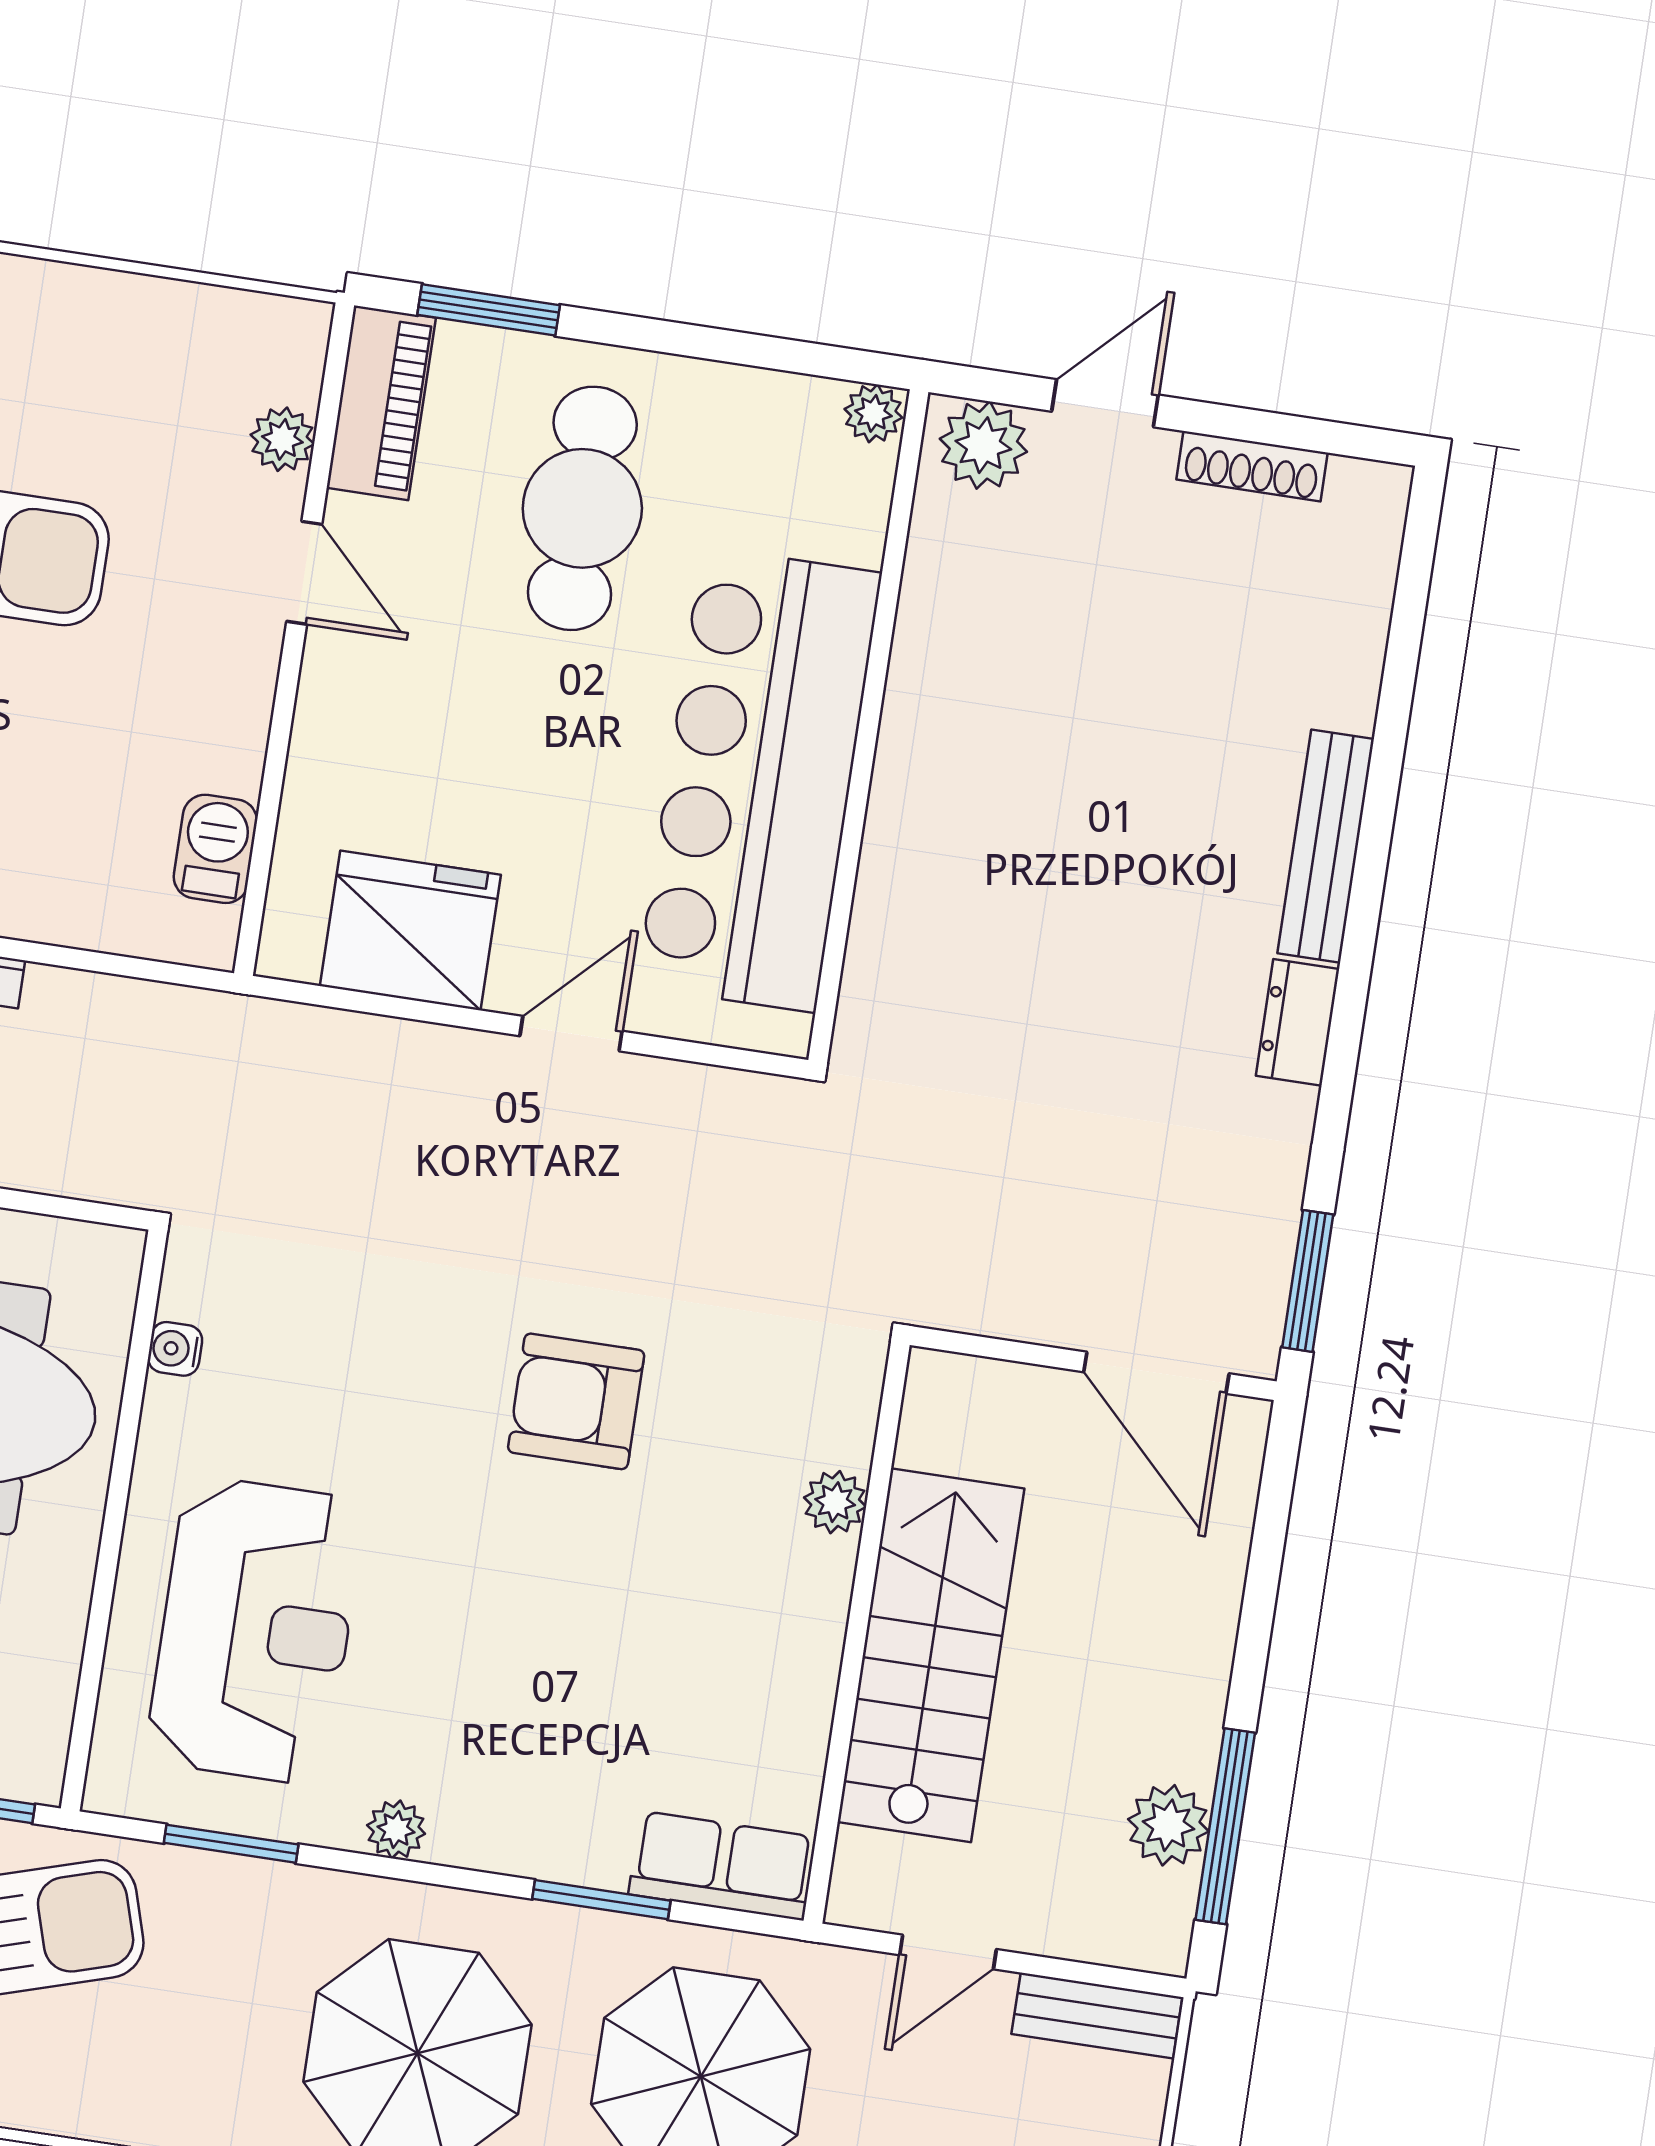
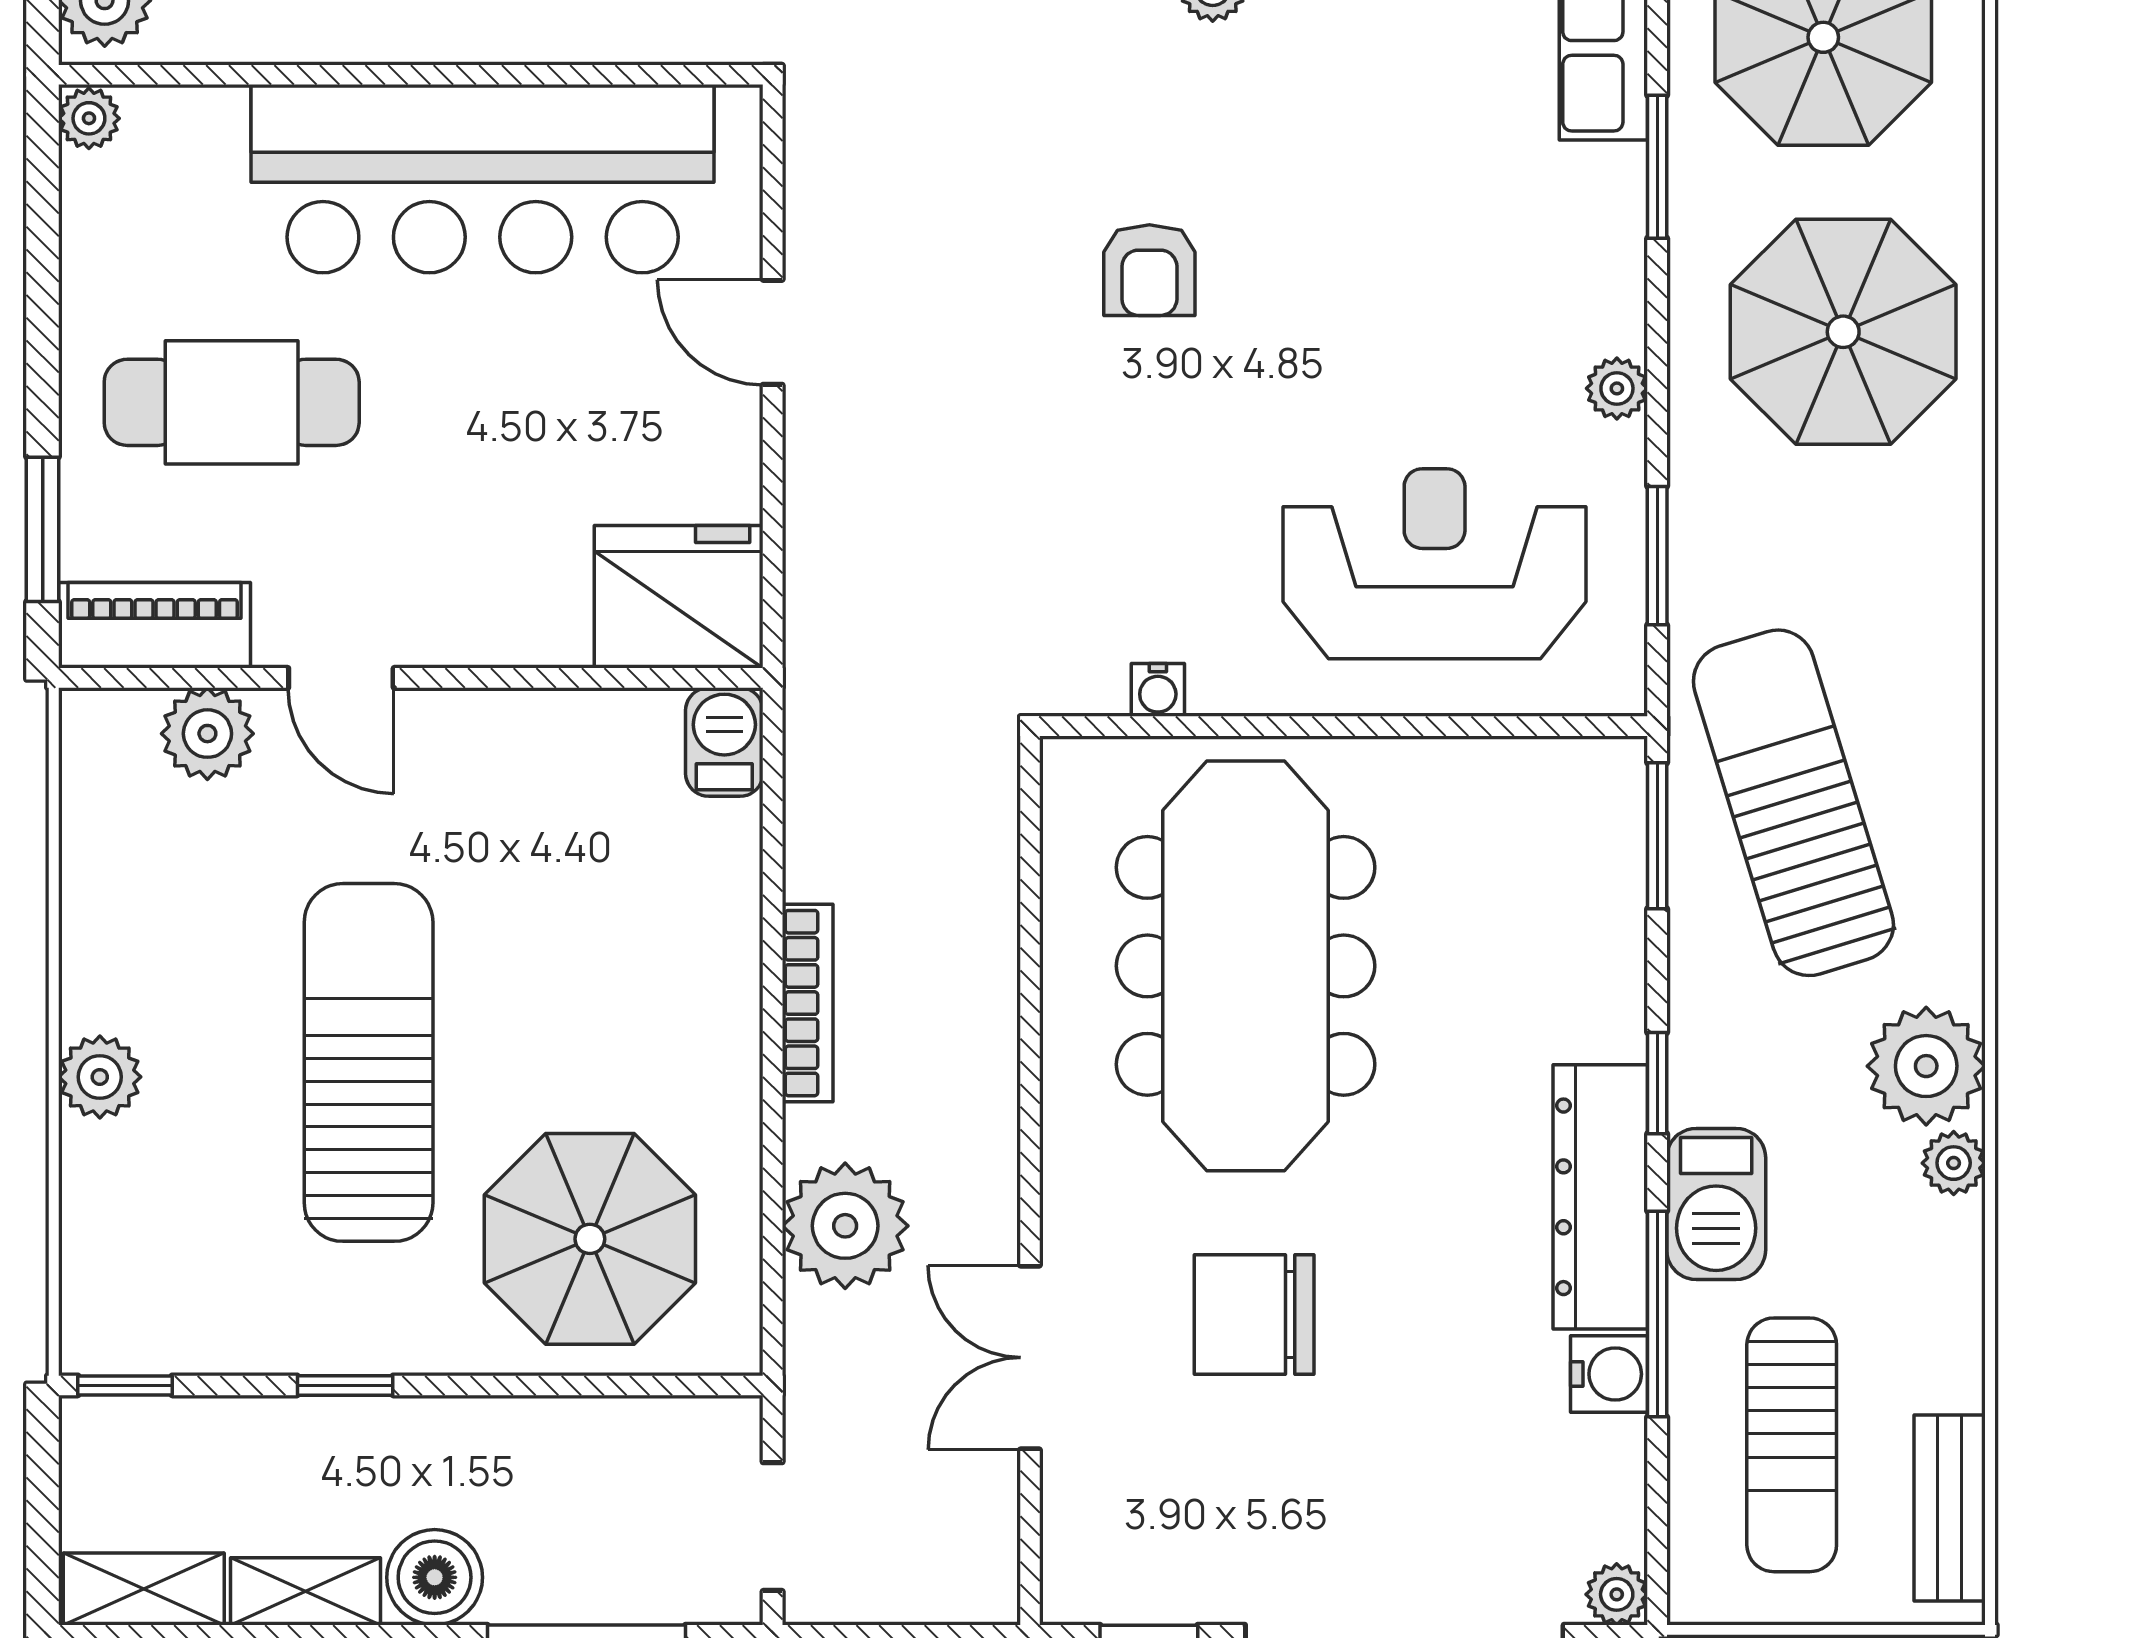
plant: (282, 439) -> (207, 734), width x1.38, depth x1.38
door: (304, 573) -> (341, 678), swing flipped
barbecue: (215, 849) -> (724, 742), moved, turned 90
fridge: (410, 930) -> (679, 597), moved, turned 90
armchair: (576, 1401) -> (1149, 270), width x0.72, depth x0.72

